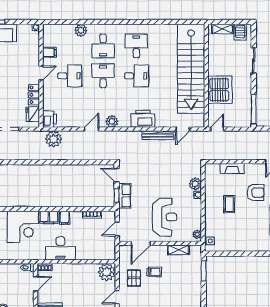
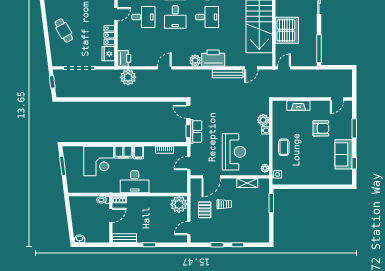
desk: (103, 76) -> (175, 17), turned 180
plant: (112, 121) -> (195, 60), moved
coffee table: (229, 204) -> (284, 147), moved

